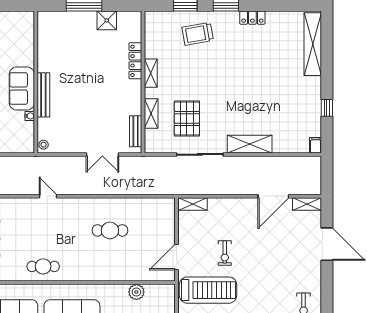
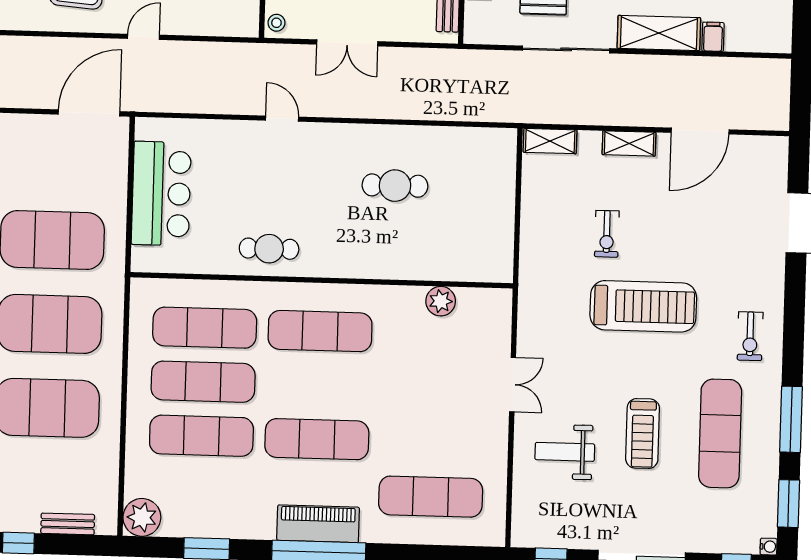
filing cabinet: (315, 145) -> (713, 37), moved
double door: (102, 154) -> (347, 43), moved
shelving: (307, 204) -> (629, 143), moved
door: (176, 257) -> (517, 238), removed
treadmill: (208, 290) -> (643, 306), moved

